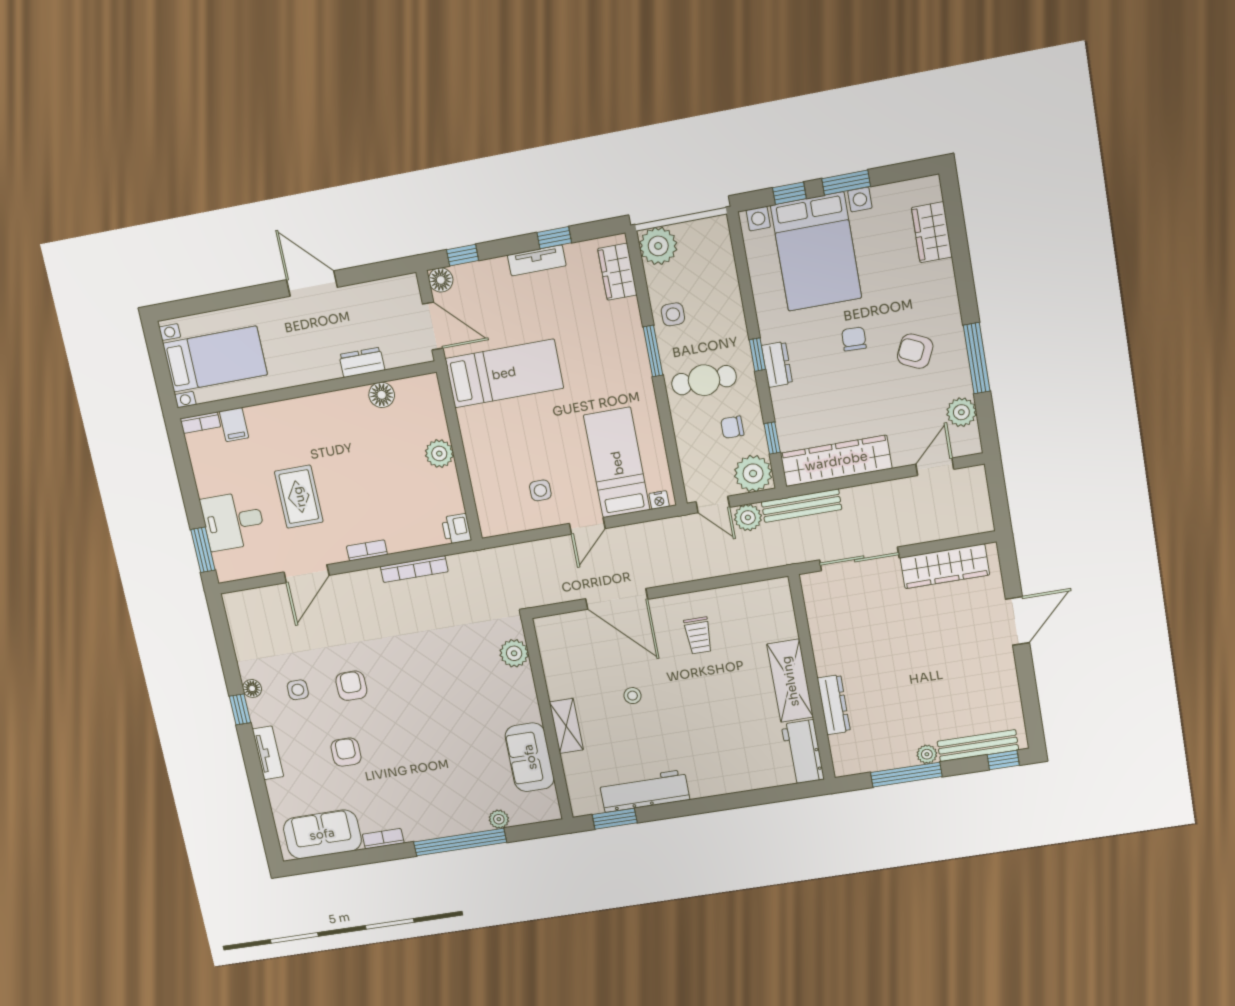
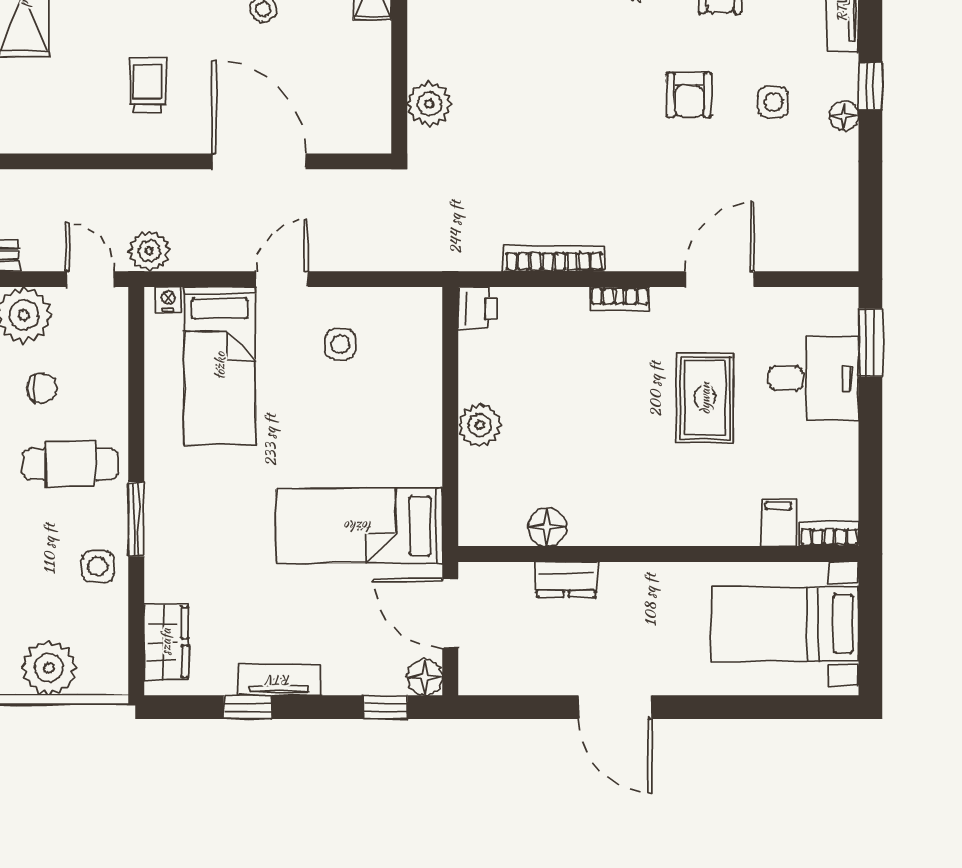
plant: (658, 246) -> (49, 668), moved
plant: (748, 518) -> (149, 251), moved

